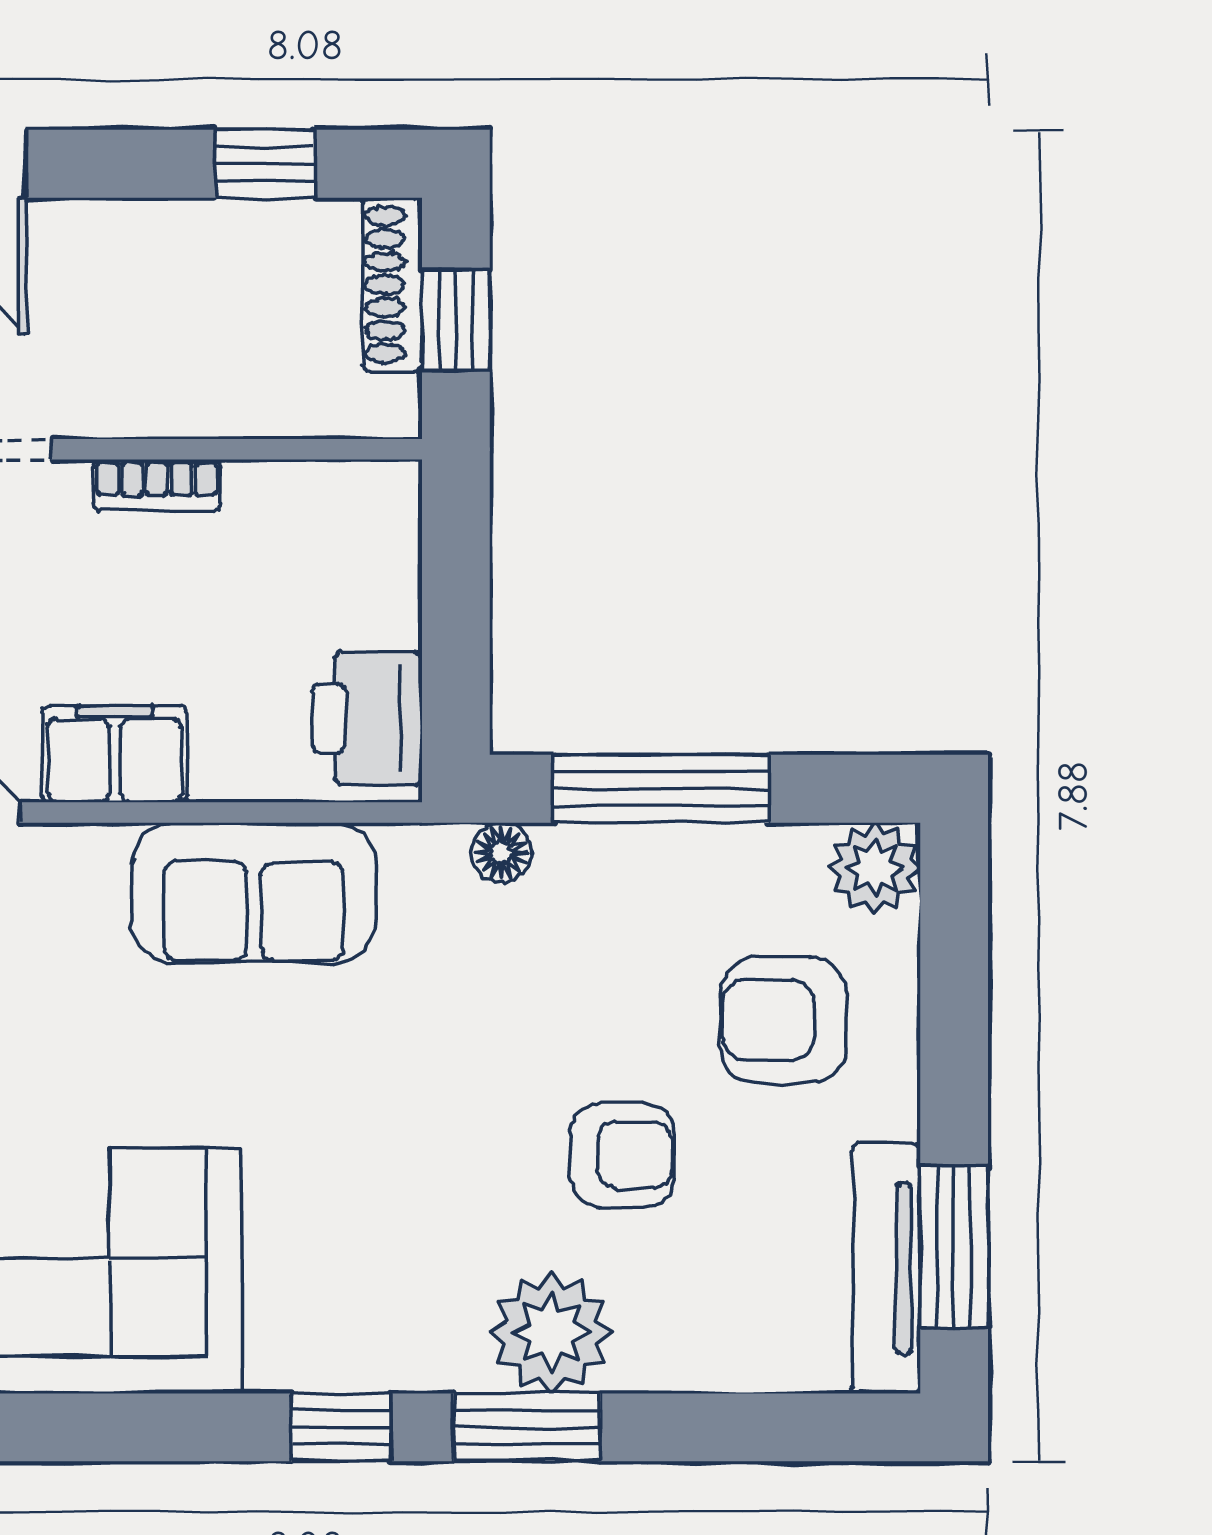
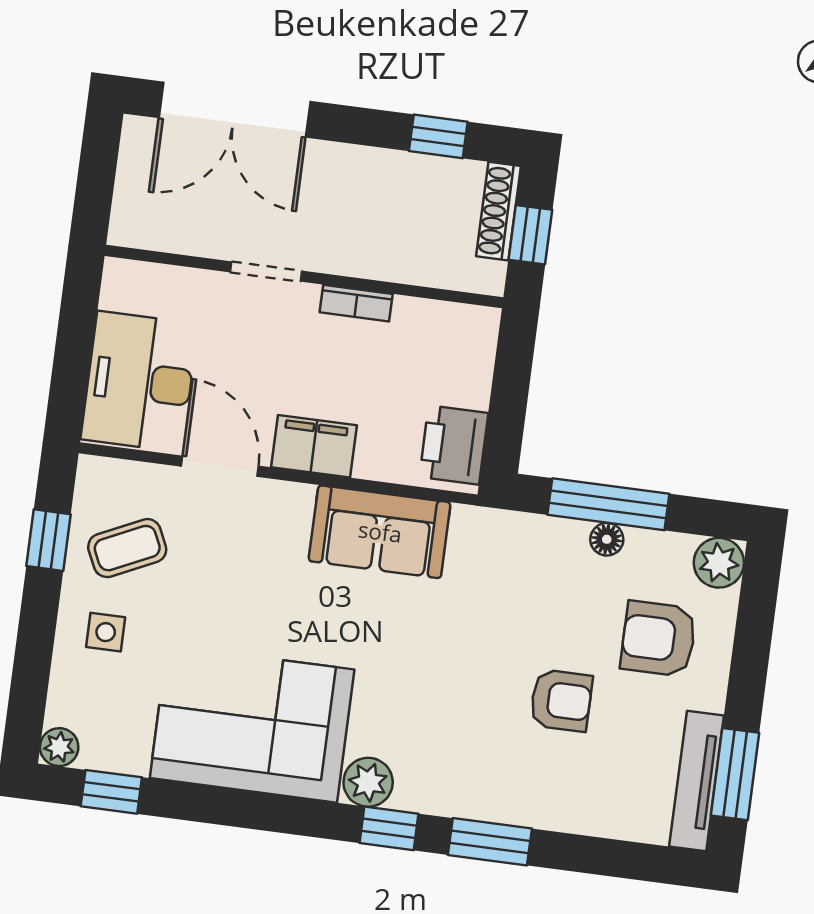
floor lamp: (501, 852) -> (607, 539), moved
plant: (551, 1332) -> (368, 782), moved, width x0.73, depth x0.73

